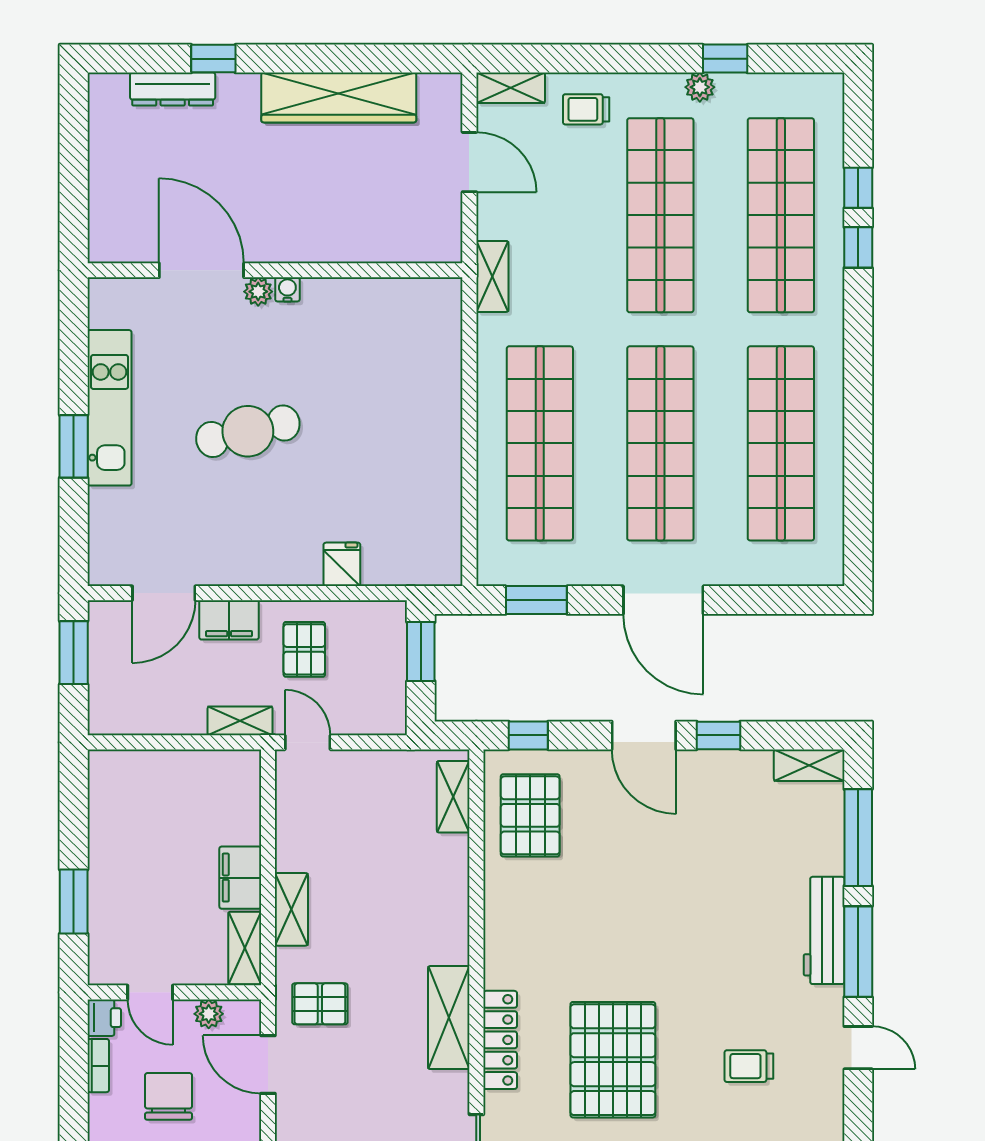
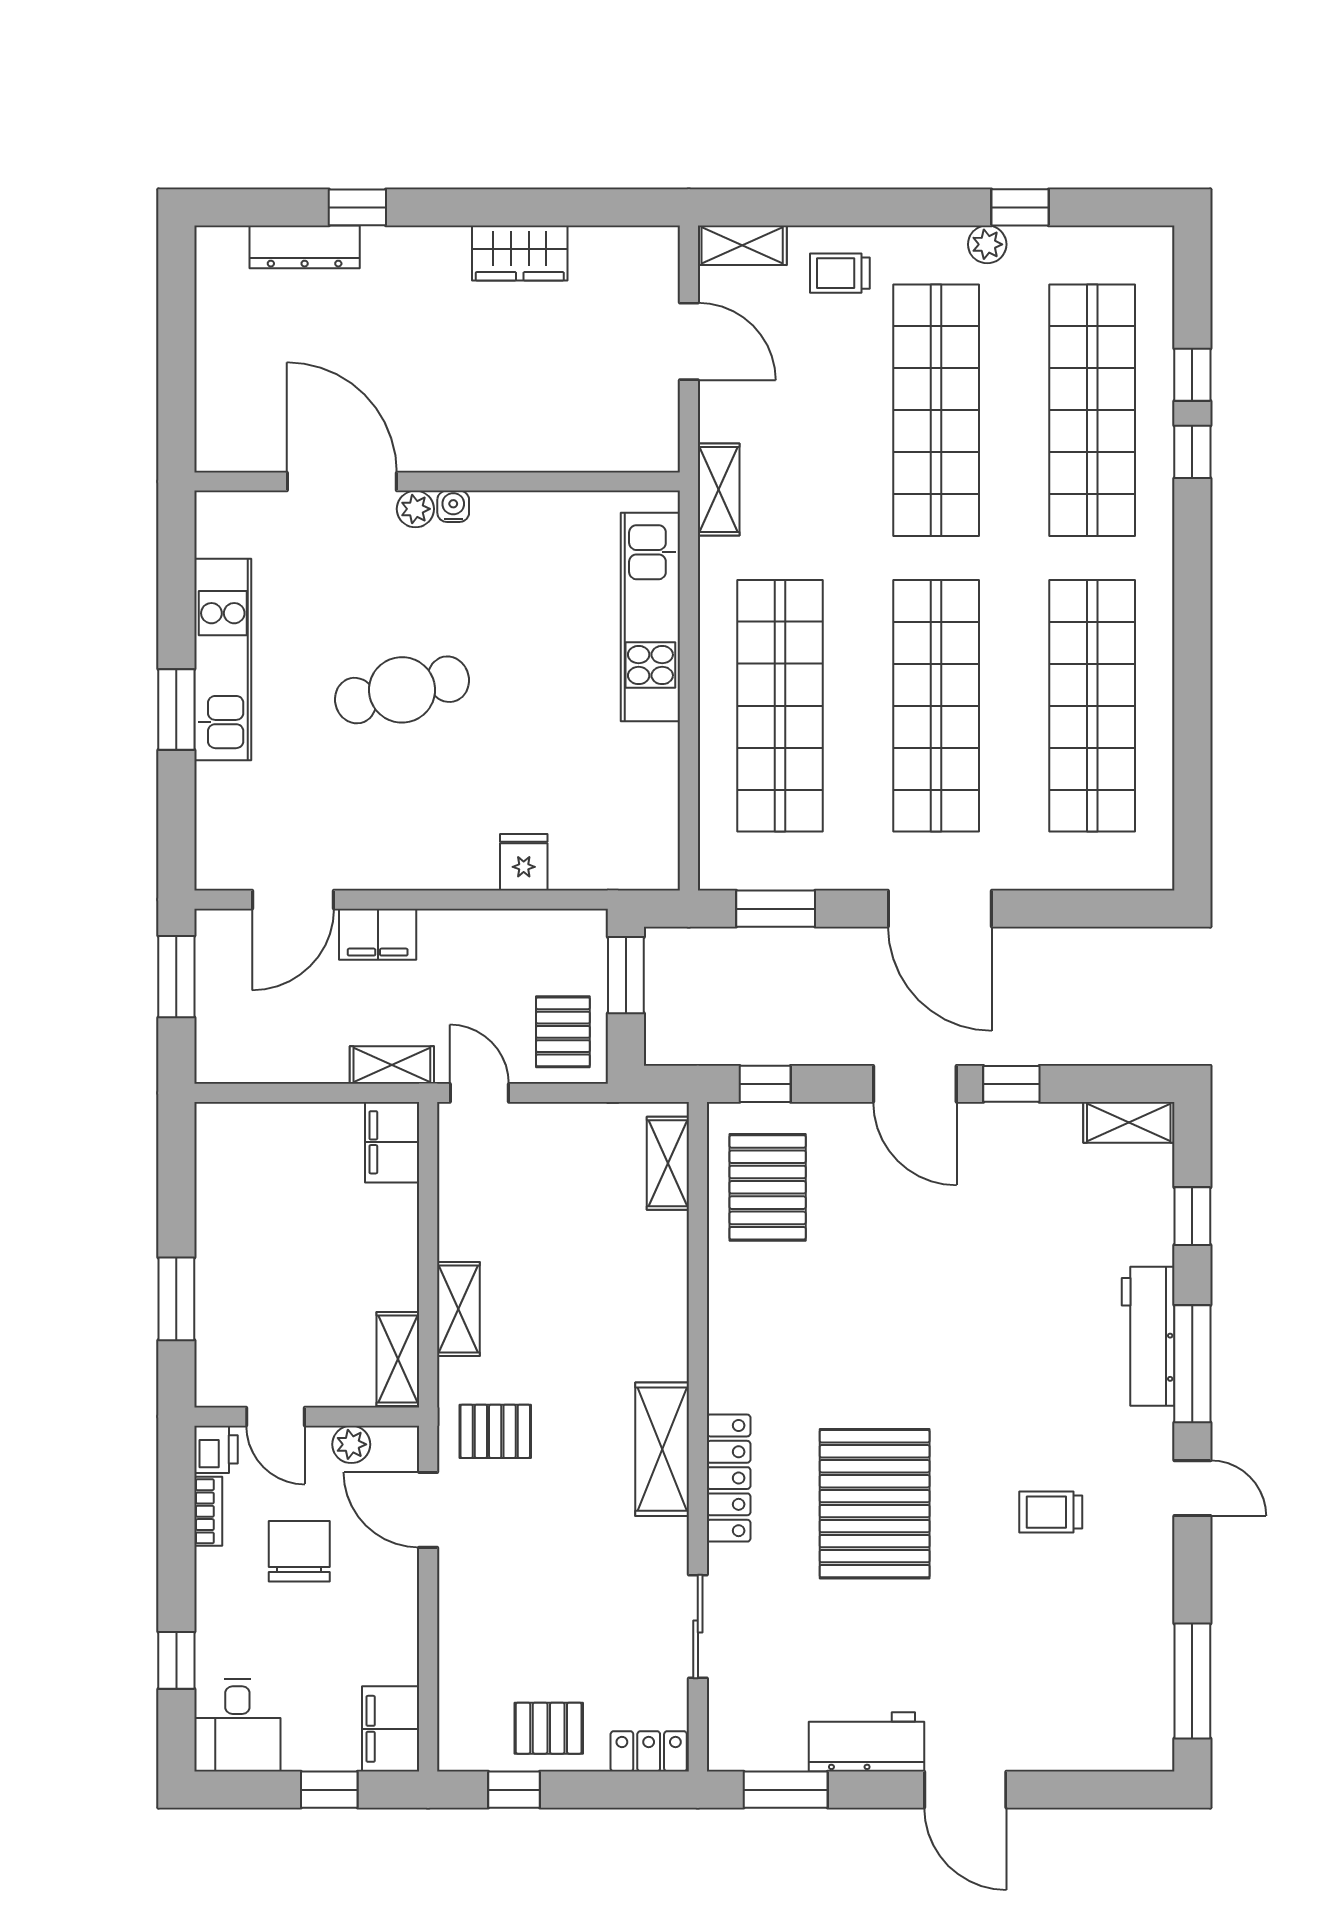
wardrobe: (339, 97) -> (520, 253), width x0.48, depth x0.85
kitchen unit: (440, 375) -> (650, 617), added
pallet: (304, 649) -> (563, 1032), moved
window: (858, 838) -> (1192, 1216), width x0.46
filing cabinet: (240, 878) -> (392, 1142), moved

